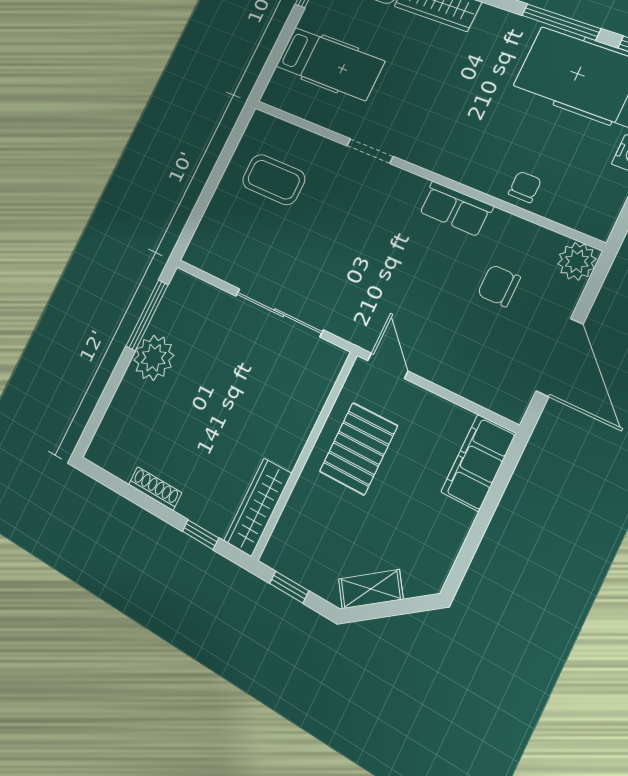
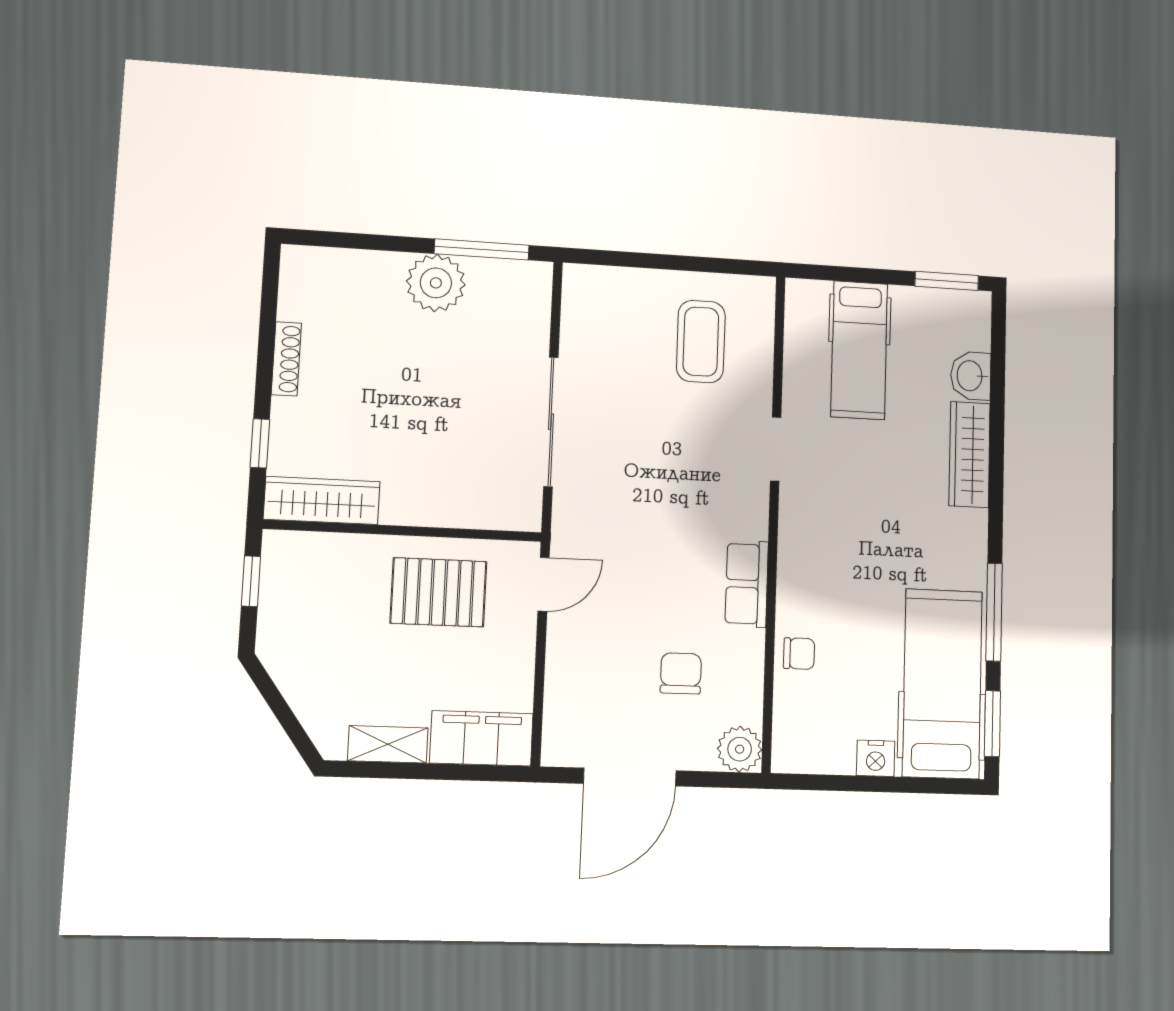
shelving: (371, 589) -> (388, 744), moved, turned -54

